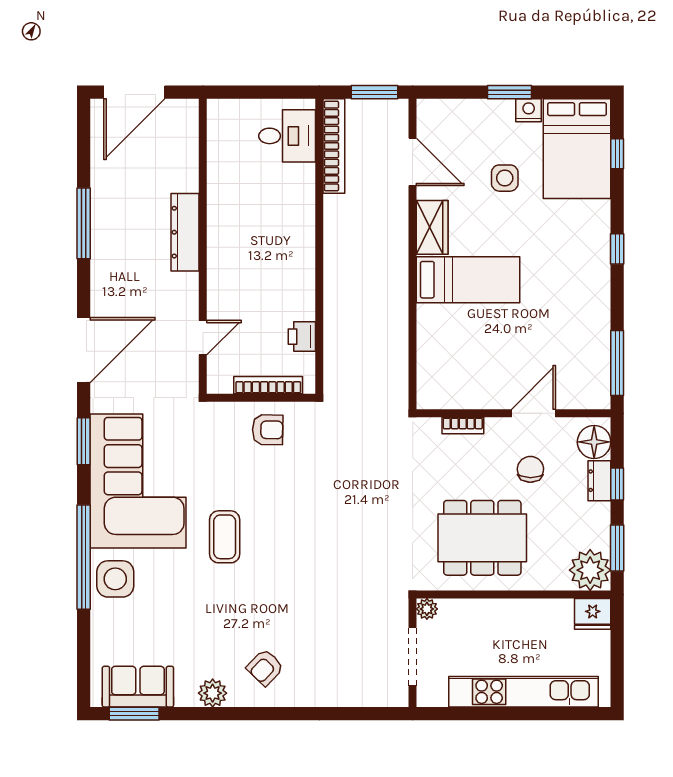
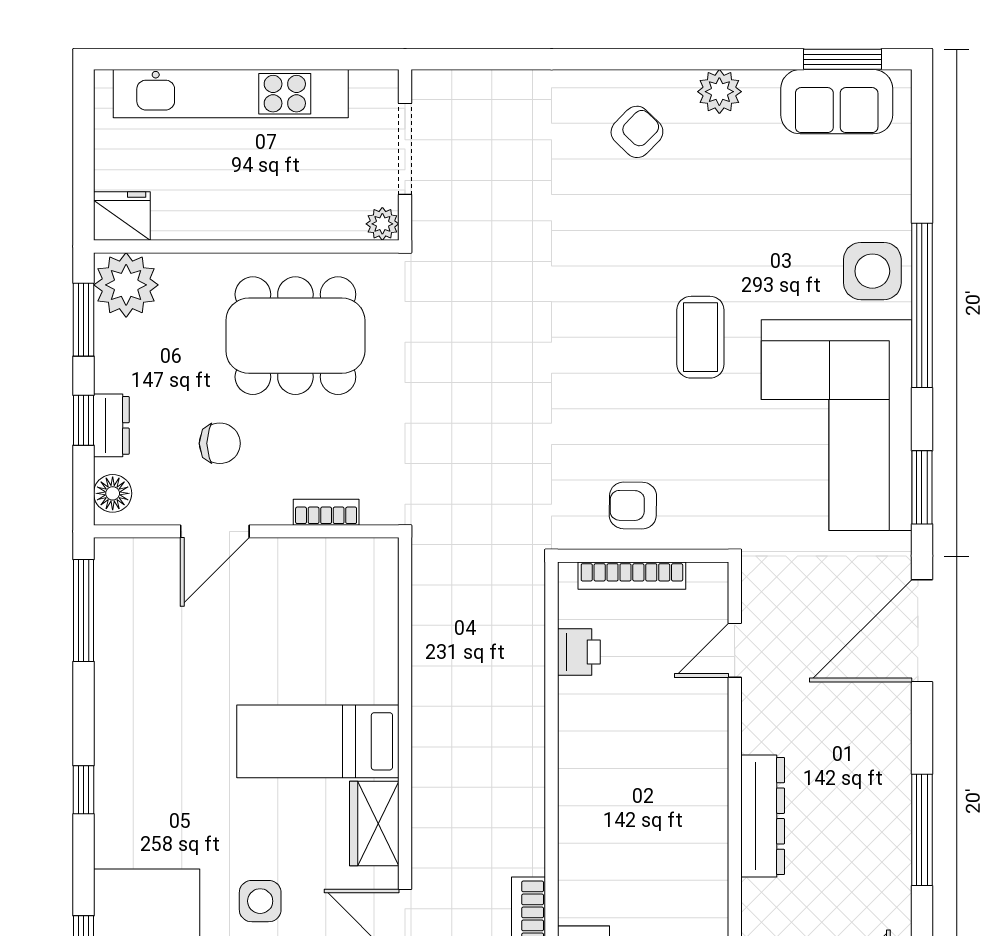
floor lamp: (594, 442) -> (113, 493), width x0.73, depth x0.73
chair: (530, 469) -> (220, 443), turned -91

